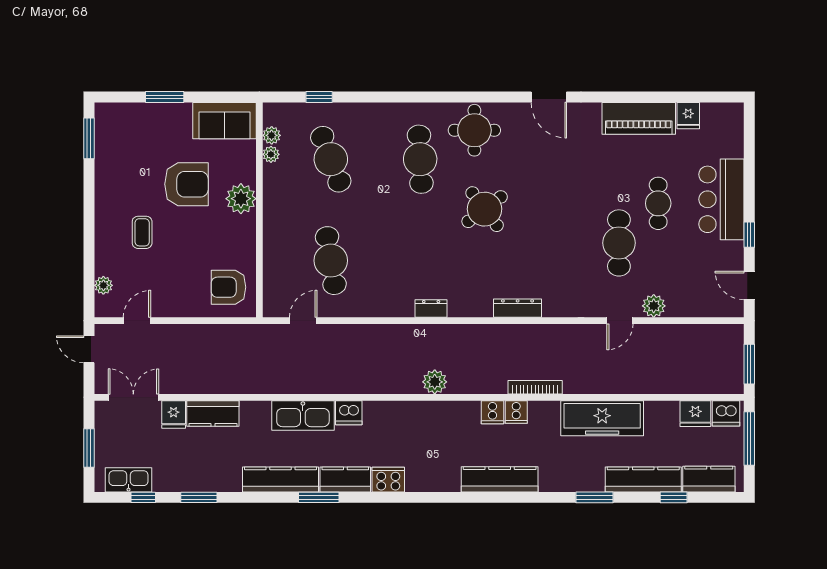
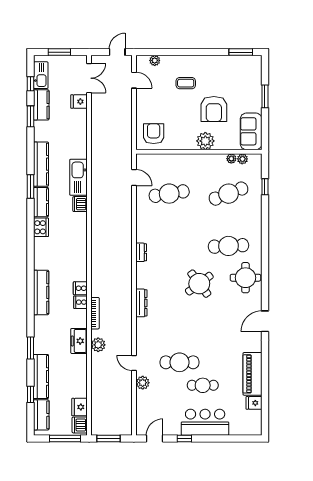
plant: (435, 382) -> (98, 345), moved
kitchen counter: (213, 413) -> (41, 105), moved, turned 180
freezer: (602, 418) -> (79, 341), width x0.52, depth x0.79

